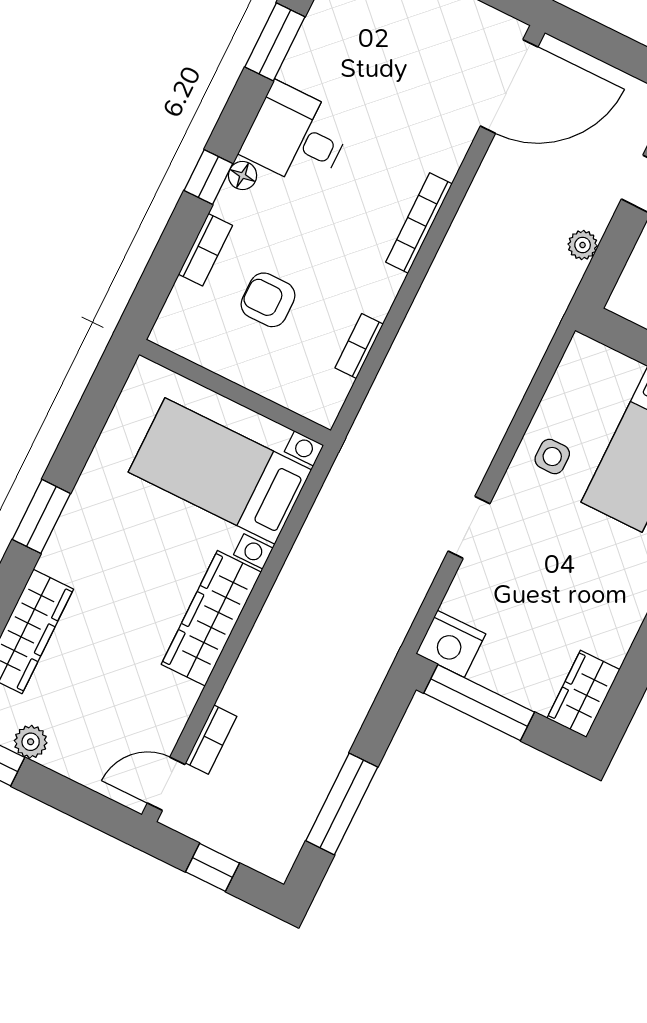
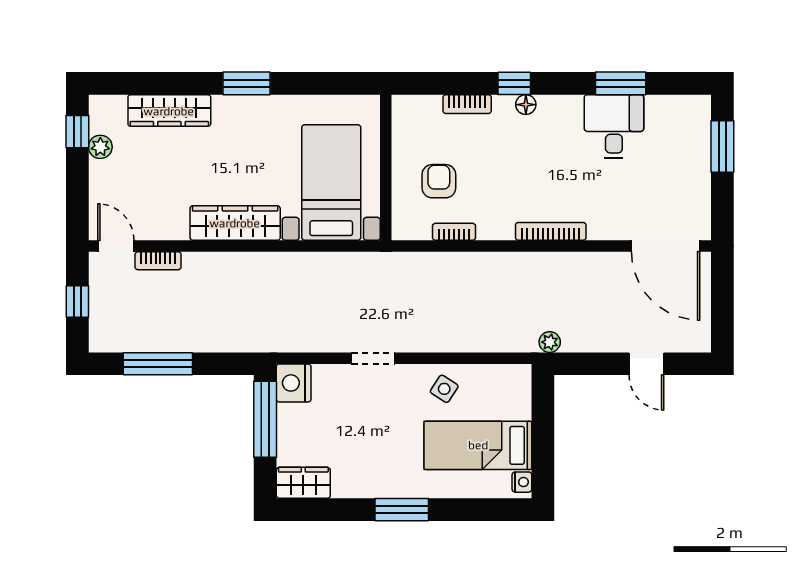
desk: (296, 136) -> (614, 126), moved
plant: (583, 245) -> (550, 342), moved
armchair: (268, 300) -> (439, 181), moved
side table: (552, 457) -> (444, 389), turned 33

